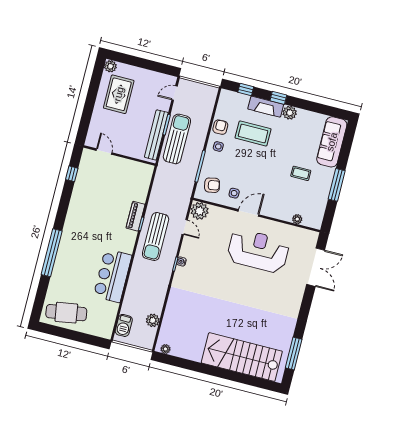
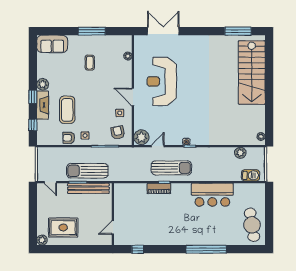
sofa: (332, 142) -> (52, 44), width x0.73

